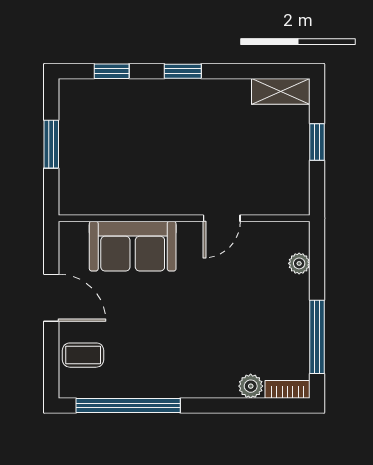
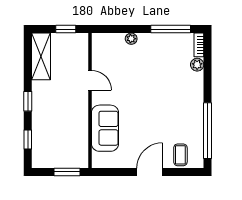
shelving: (281, 91) -> (41, 56), width x1.50, depth x1.33
wall: (184, 218) -> (90, 101), moved
door: (222, 218) -> (90, 80), moved
sofa: (133, 246) -> (105, 128), moved

